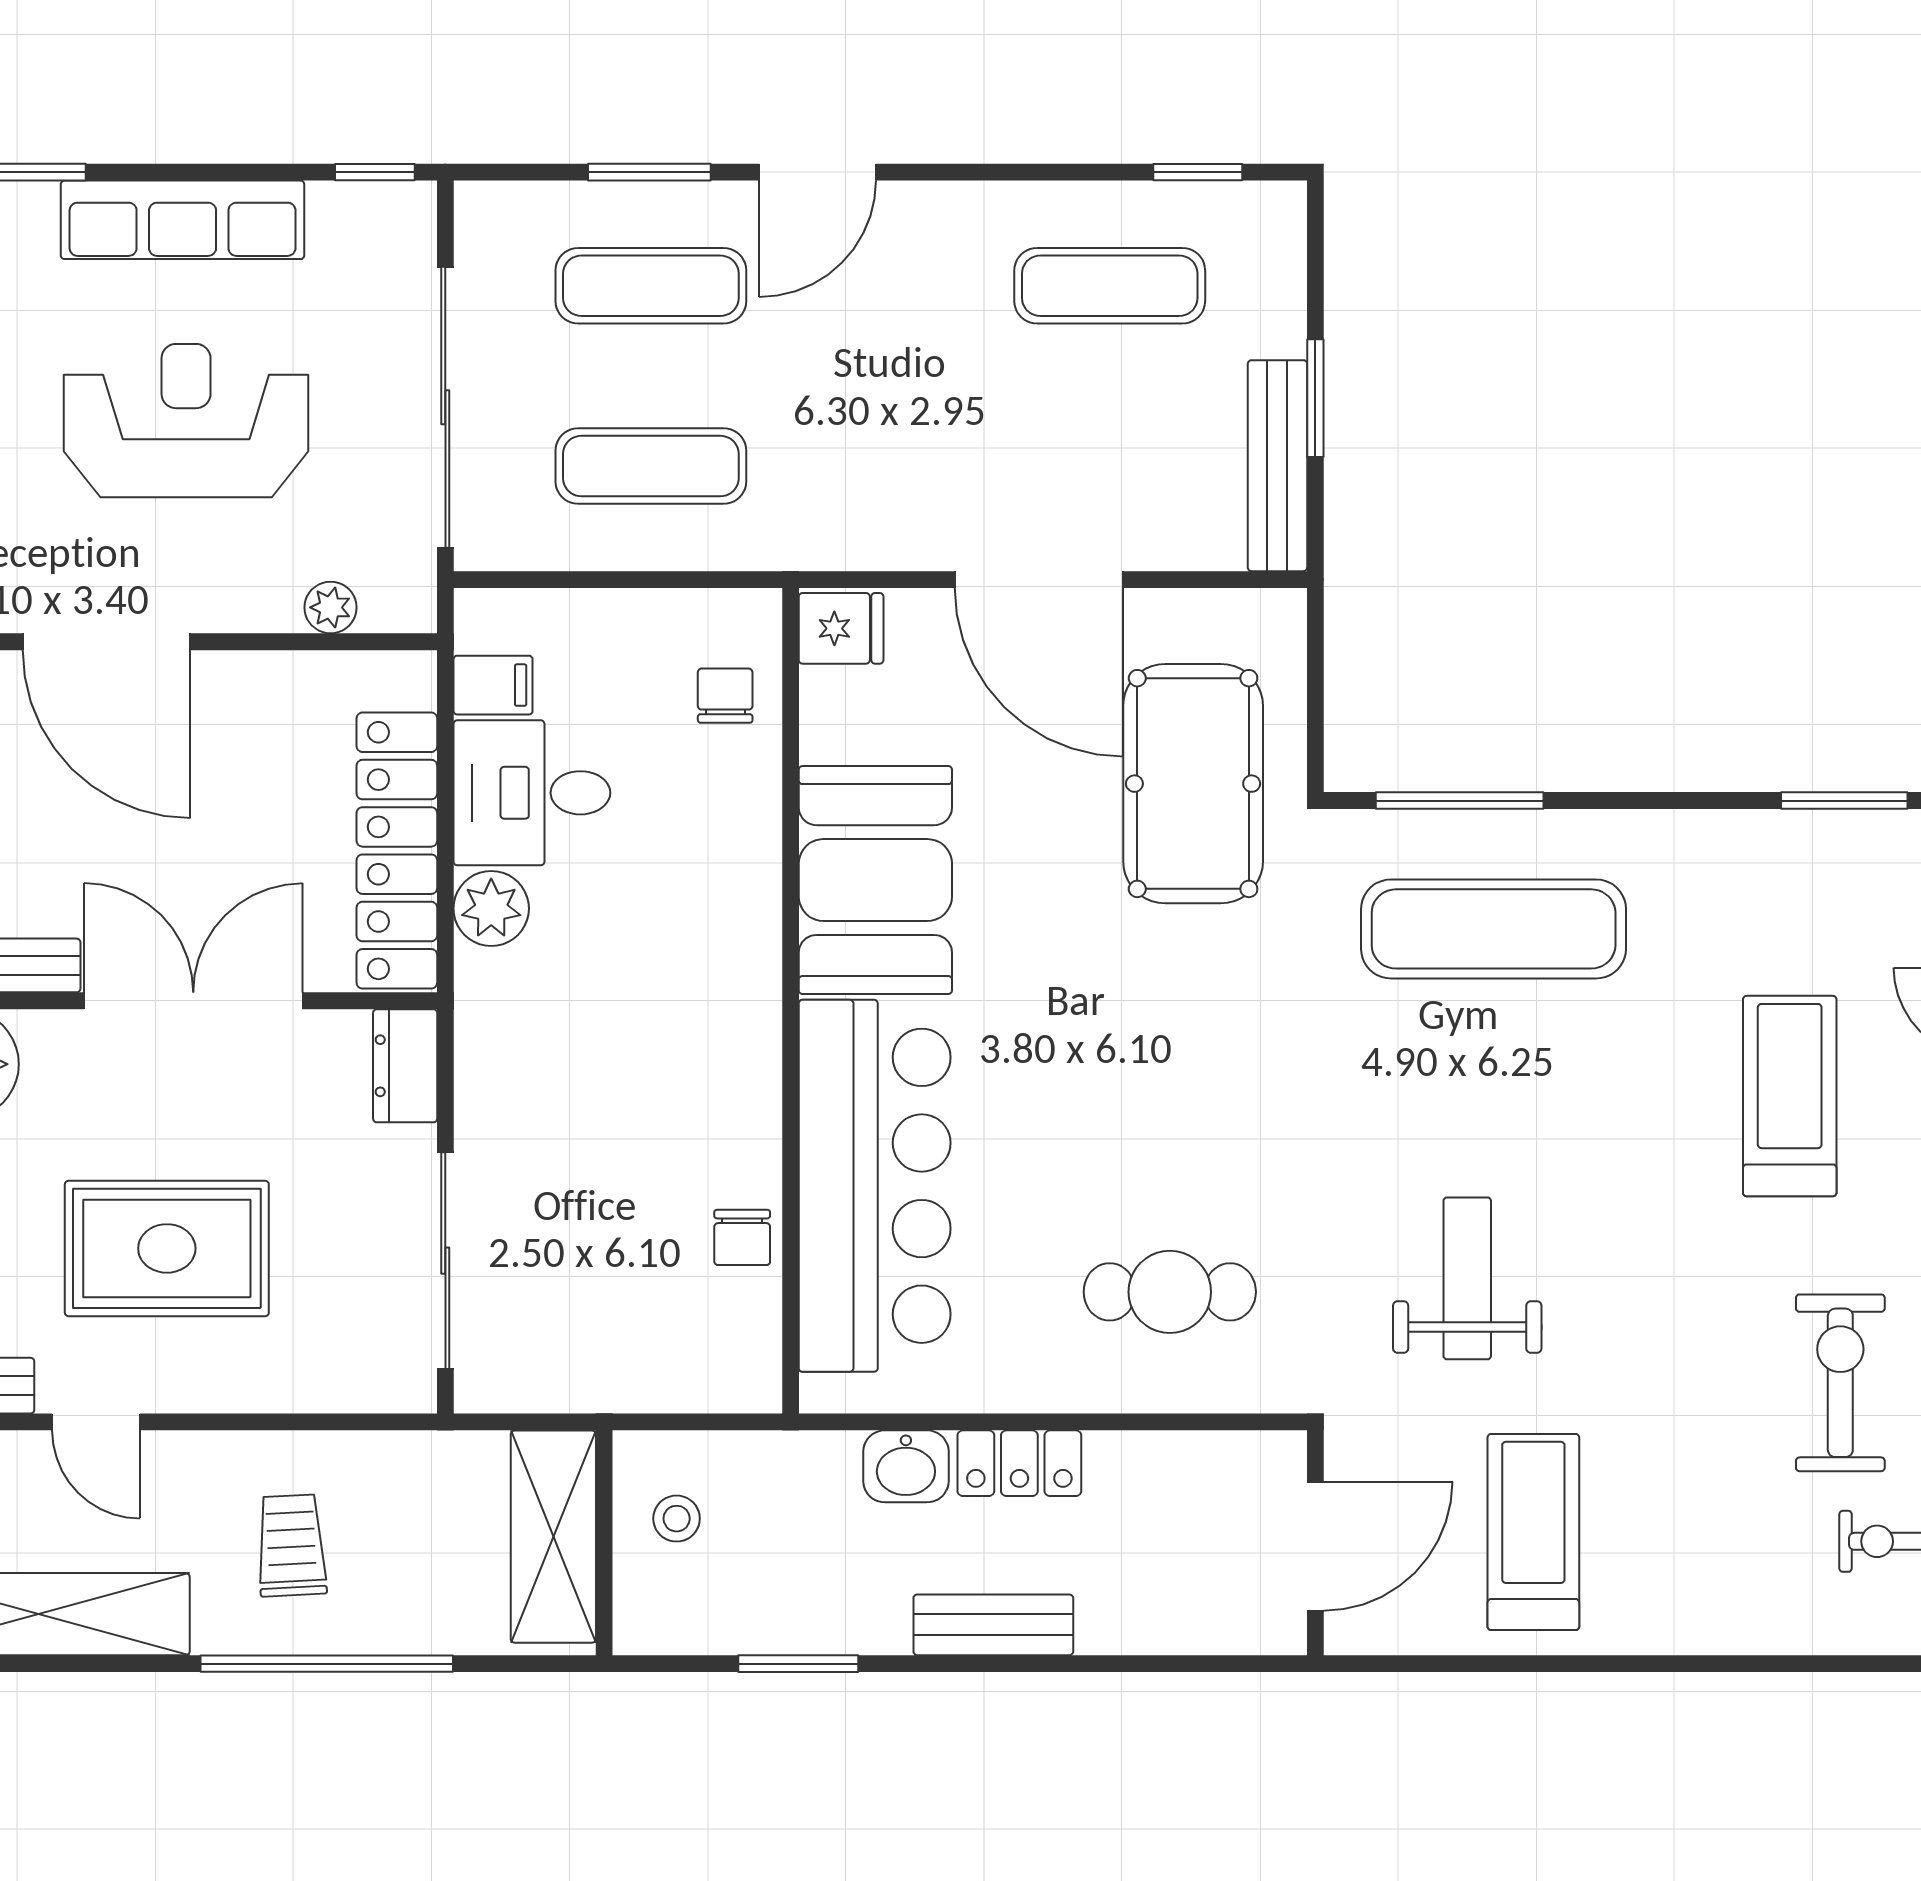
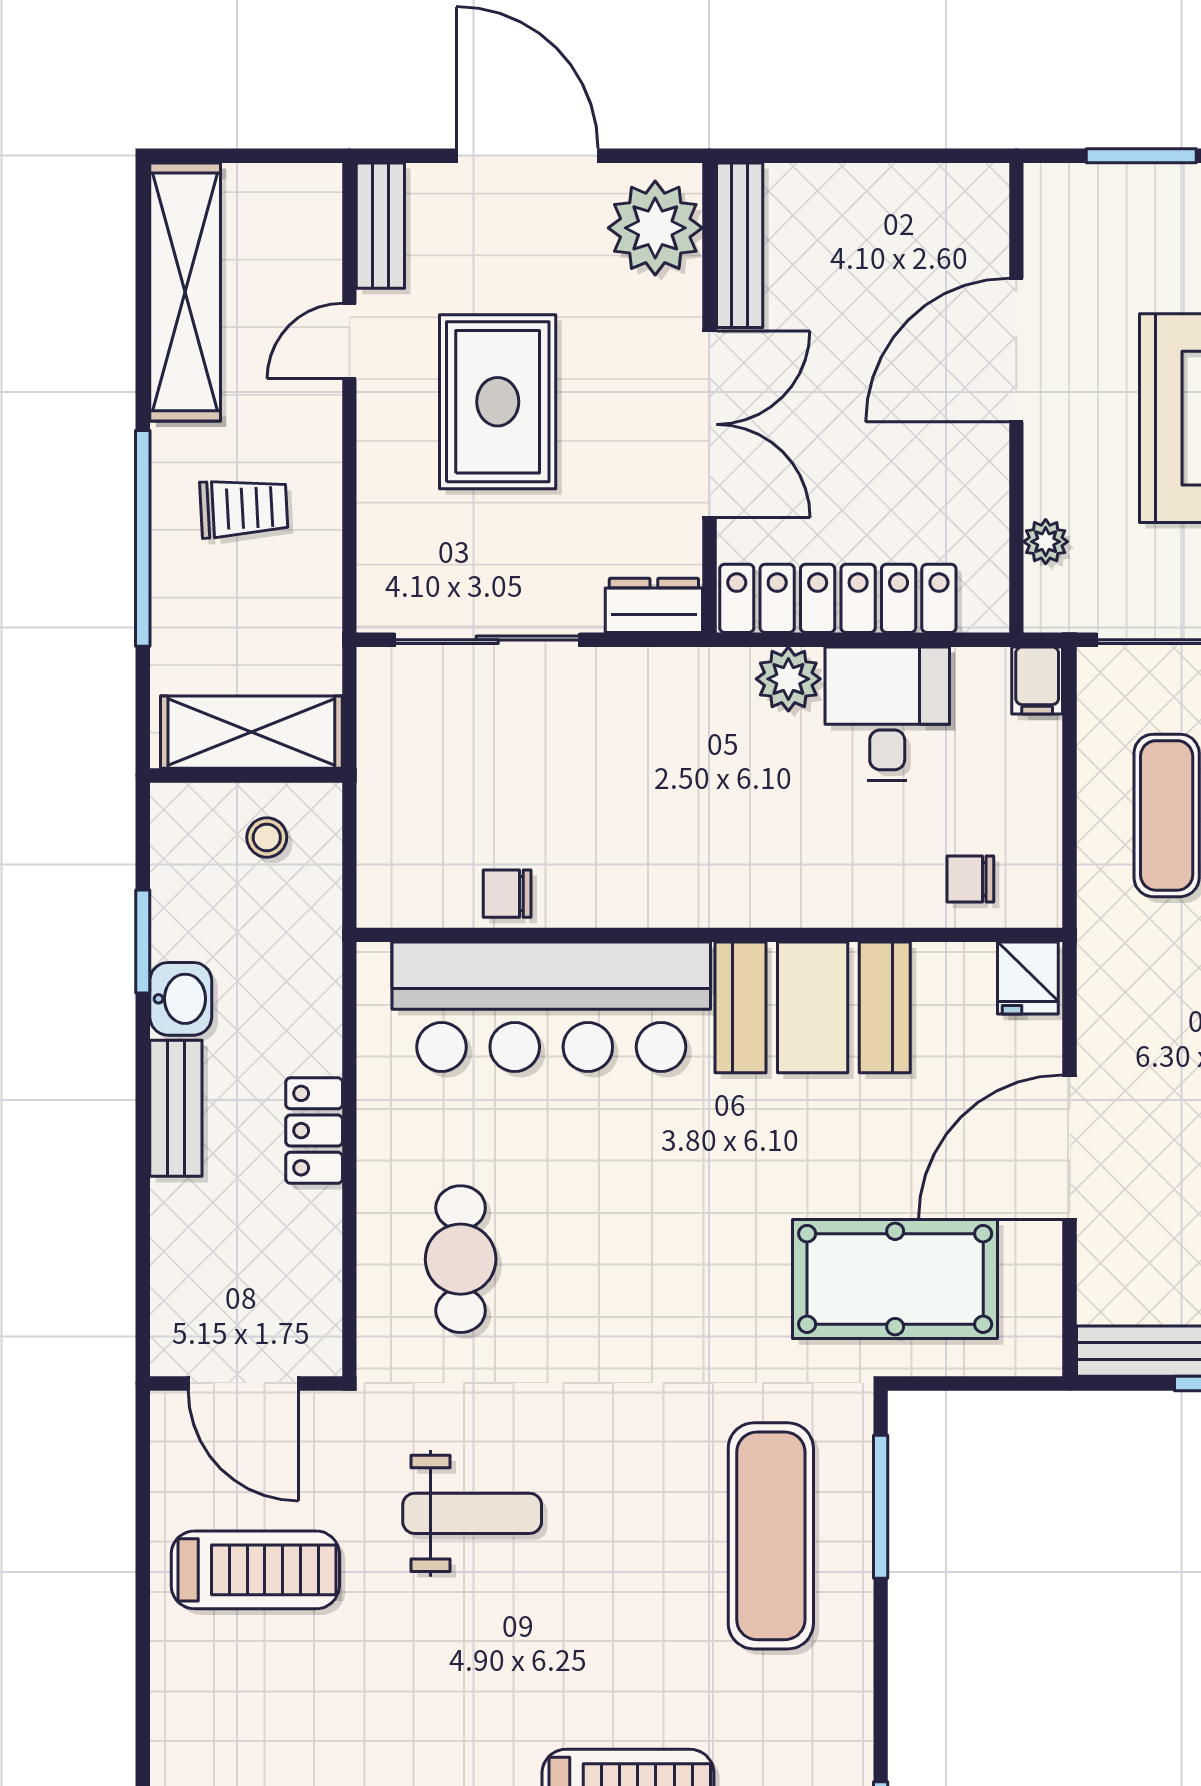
filing cabinet: (493, 685) -> (1037, 681), moved
chair: (725, 696) -> (970, 879), turned 180
washbasin: (906, 1466) -> (181, 999), moved, turned 180

